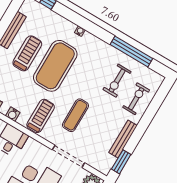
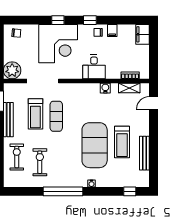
window: (131, 51) -> (63, 191), moved
exercise bike: (136, 99) -> (17, 157), turned 180
treadmill: (41, 116) -> (35, 114), moved

